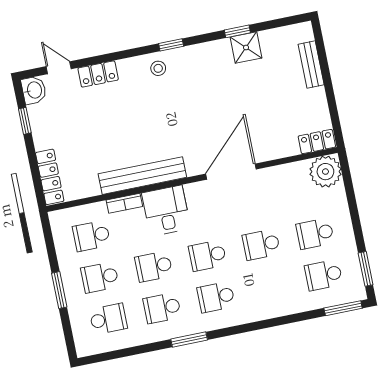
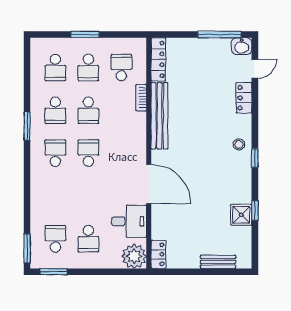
window: (25, 121) -> (220, 34), width x2.17
locker: (50, 177) -> (158, 59), moved, turned -90
desk: (166, 211) -> (129, 221), moved
school desk: (315, 234) -> (88, 239), turned 180
school desk: (261, 245) -> (88, 196), removed
school desk: (154, 266) -> (88, 110), turned 180
school desk: (100, 277) -> (88, 68), turned 180
school desk: (162, 308) -> (55, 110), turned 180

